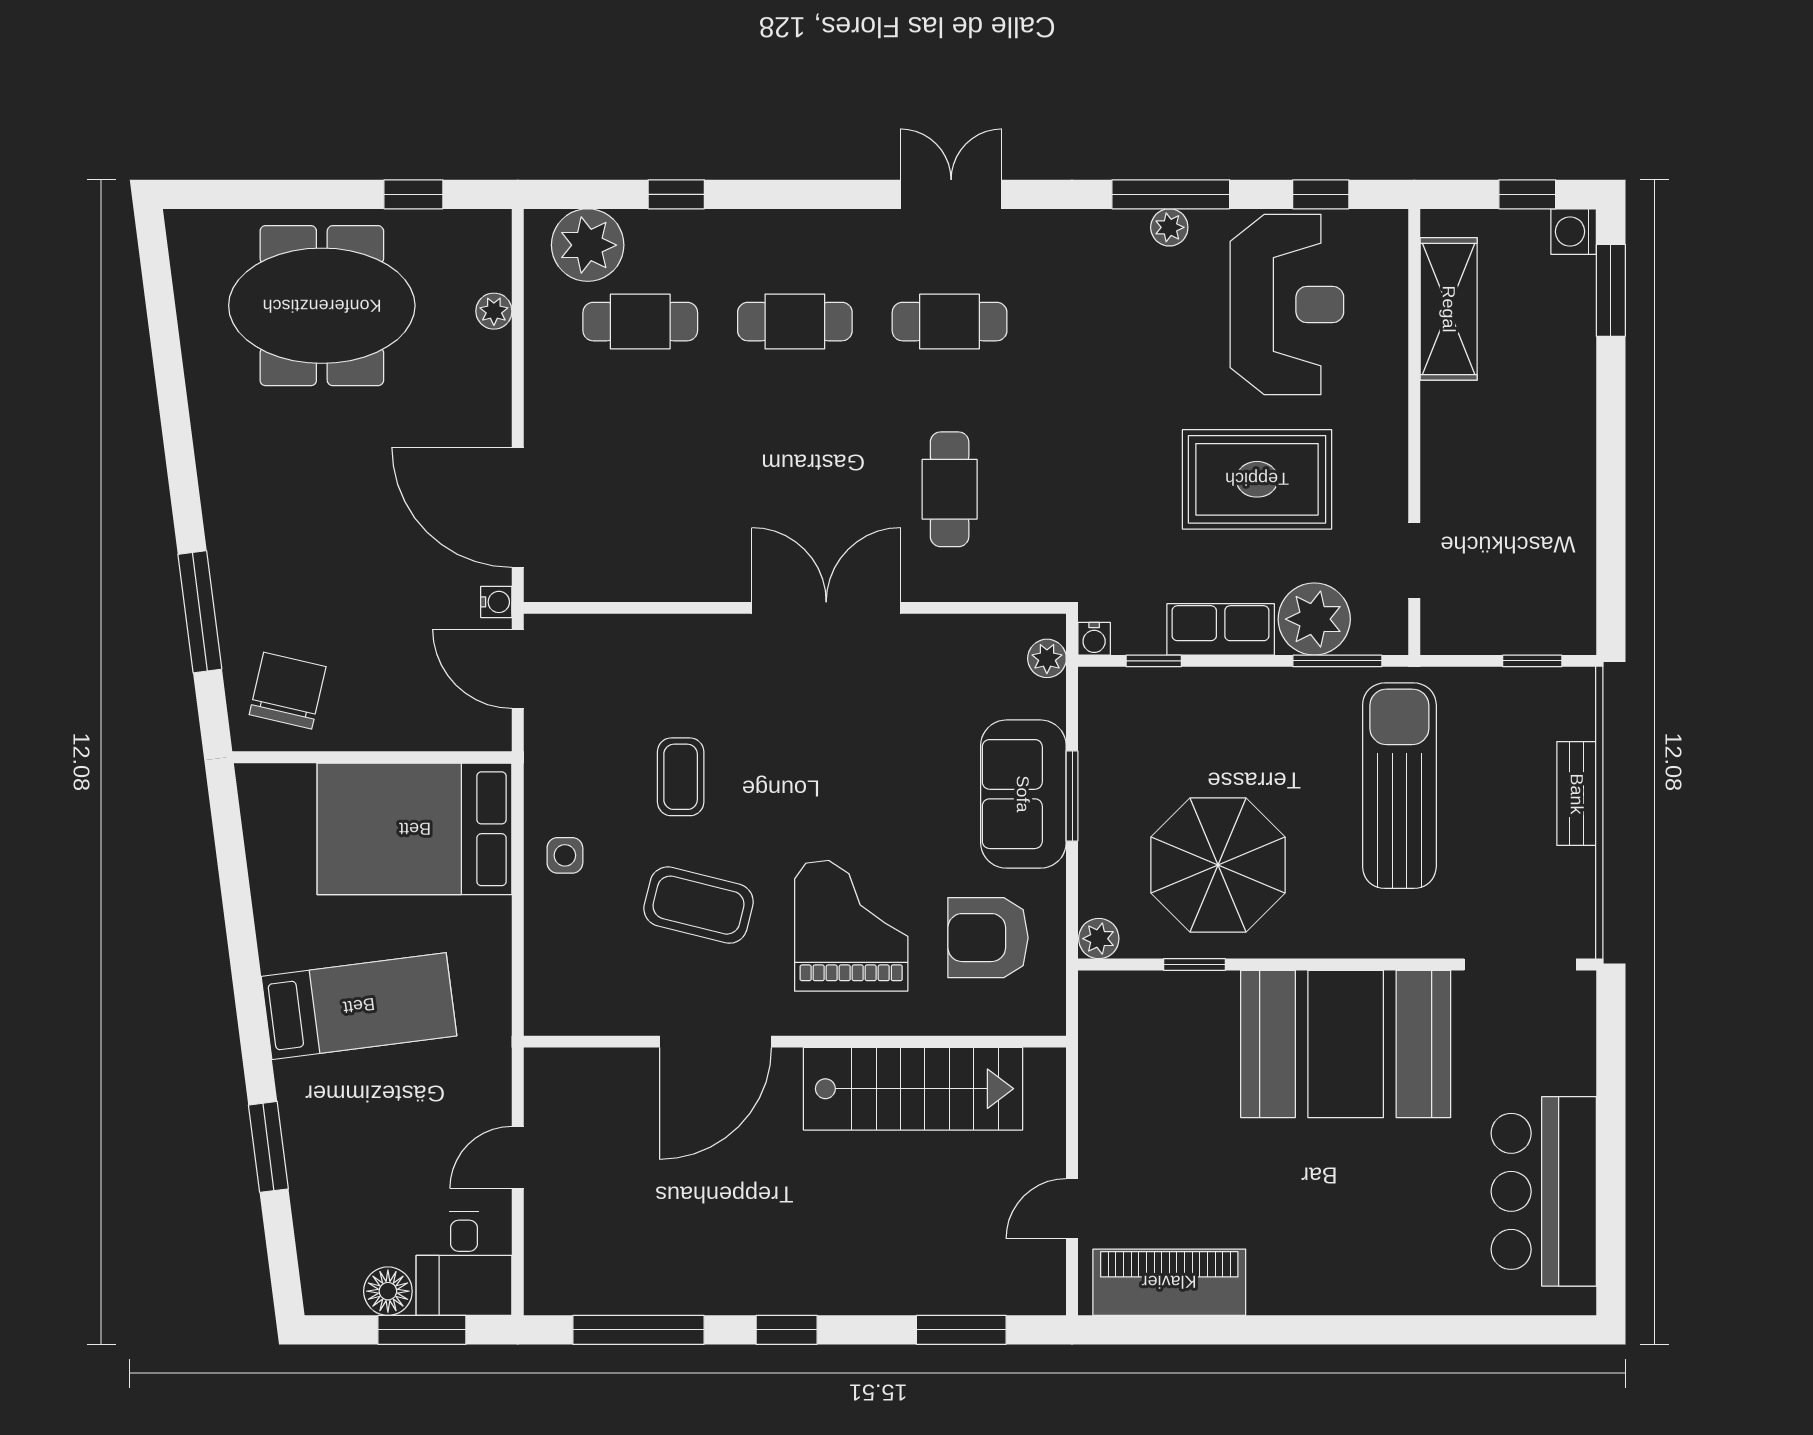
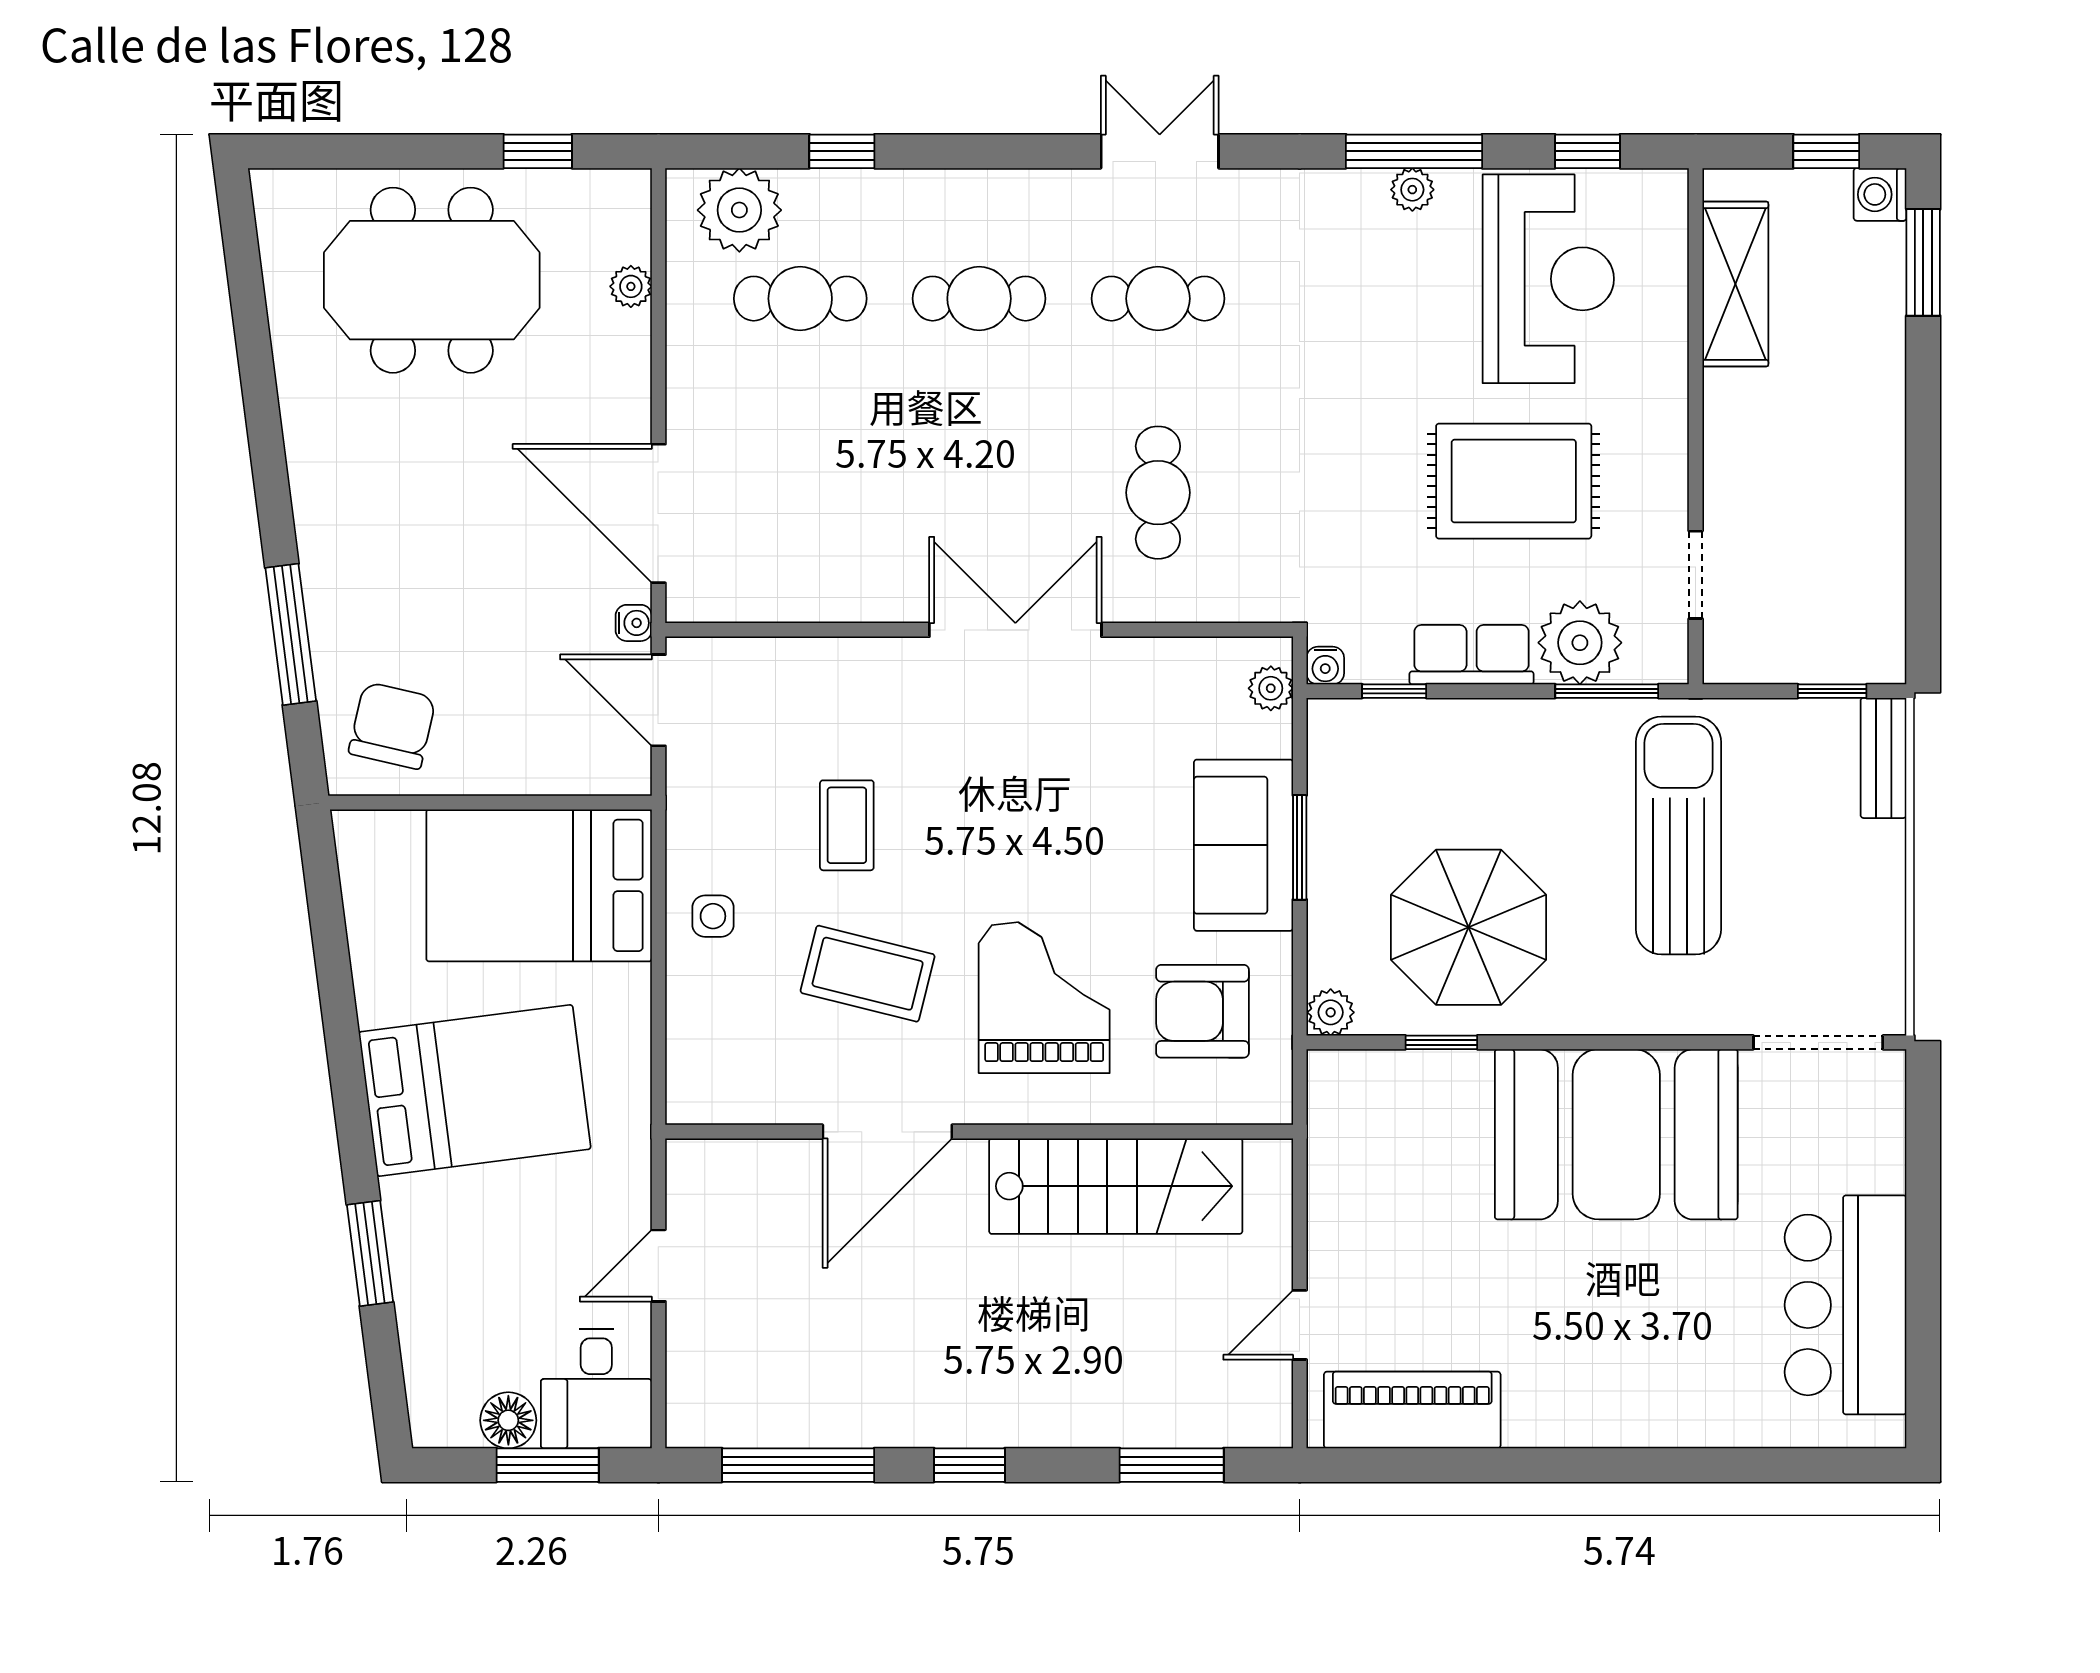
bench: (1577, 794) -> (1883, 758), moved
bed: (359, 1006) -> (475, 1091), width x1.50

